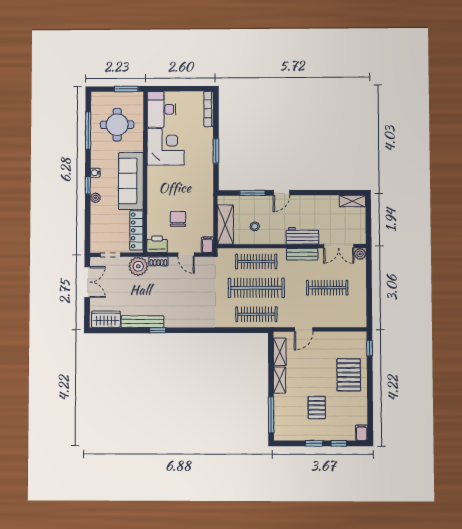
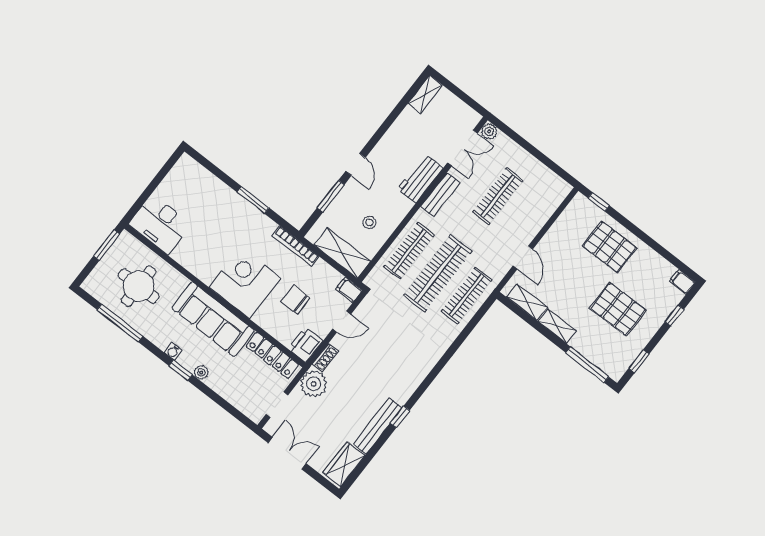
bookcase: (209, 109) -> (296, 246), moved
corner desk: (166, 147) -> (245, 283), moved
pallet: (317, 408) -> (618, 309), width x1.50, depth x1.42
window: (314, 443) -> (639, 361), moved

